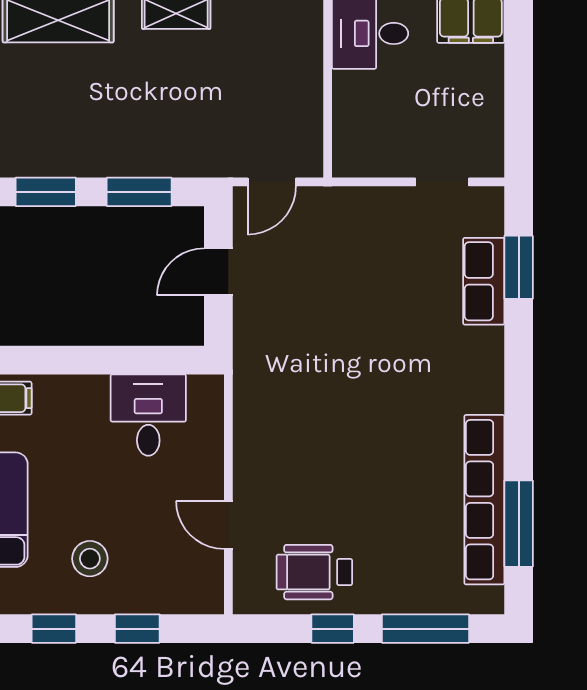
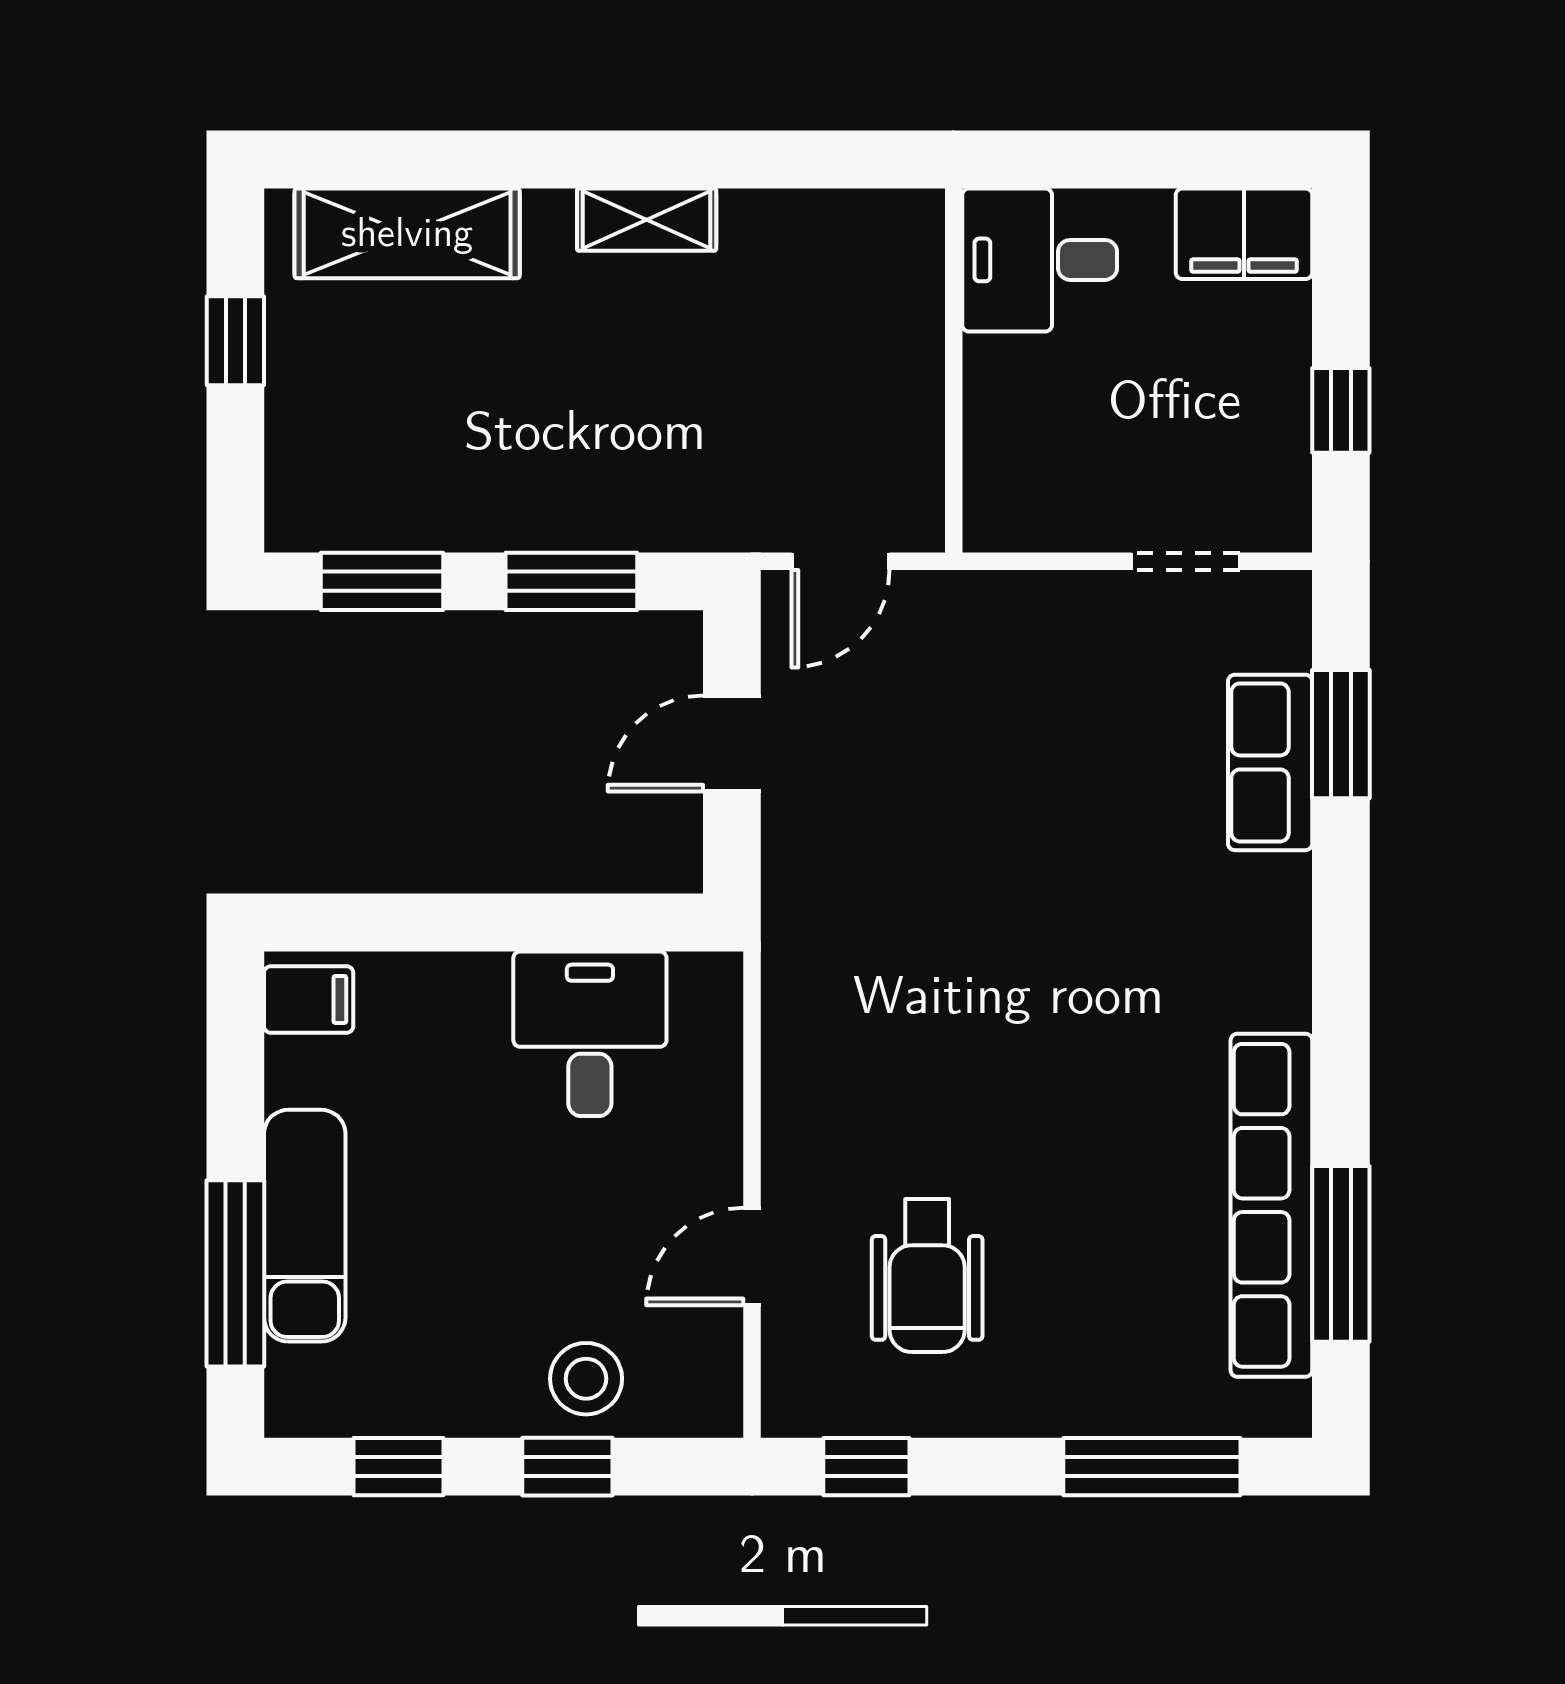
window: (519, 108) -> (1341, 410), added
door: (228, 525) -> (752, 1256), hinge flipped
stool: (90, 559) -> (586, 1379), moved
wheelchair: (314, 572) -> (927, 1276), moved, turned -90
window: (333, 629) -> (866, 1467), moved

